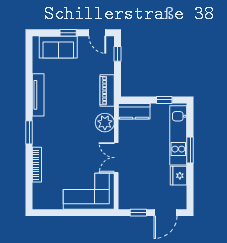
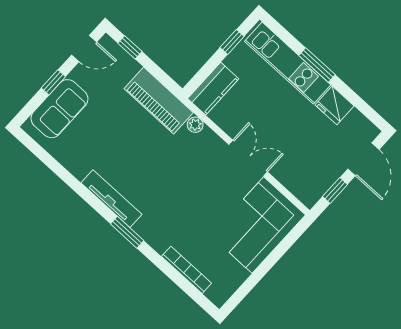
piano: (107, 91) -> (159, 101), width x1.37, depth x1.33
tv unit: (38, 95) -> (111, 199), moved
plant: (105, 123) -> (195, 125), width x0.53, depth x0.53
double door: (116, 158) -> (248, 158), swing flipped
bookcase: (37, 165) -> (186, 270), moved

